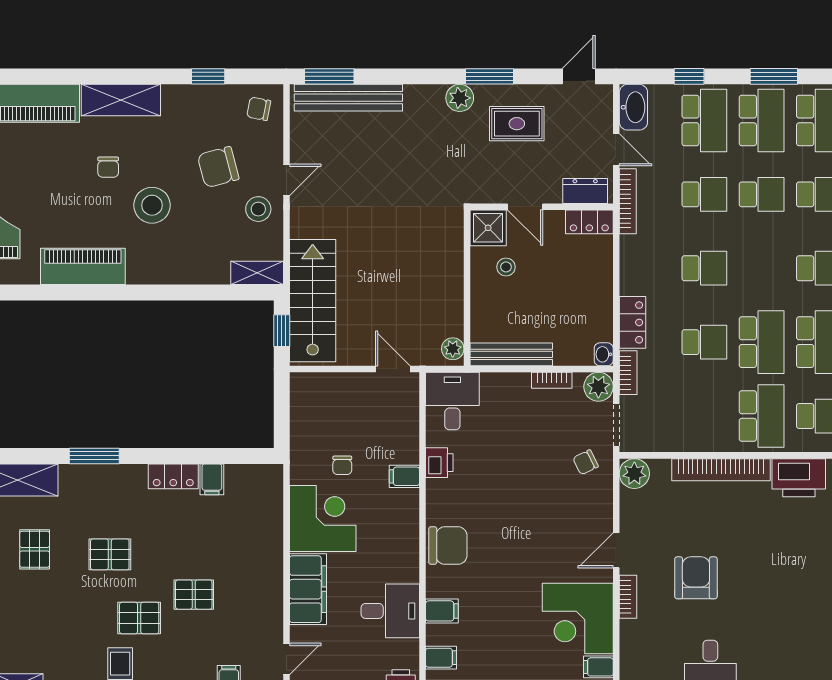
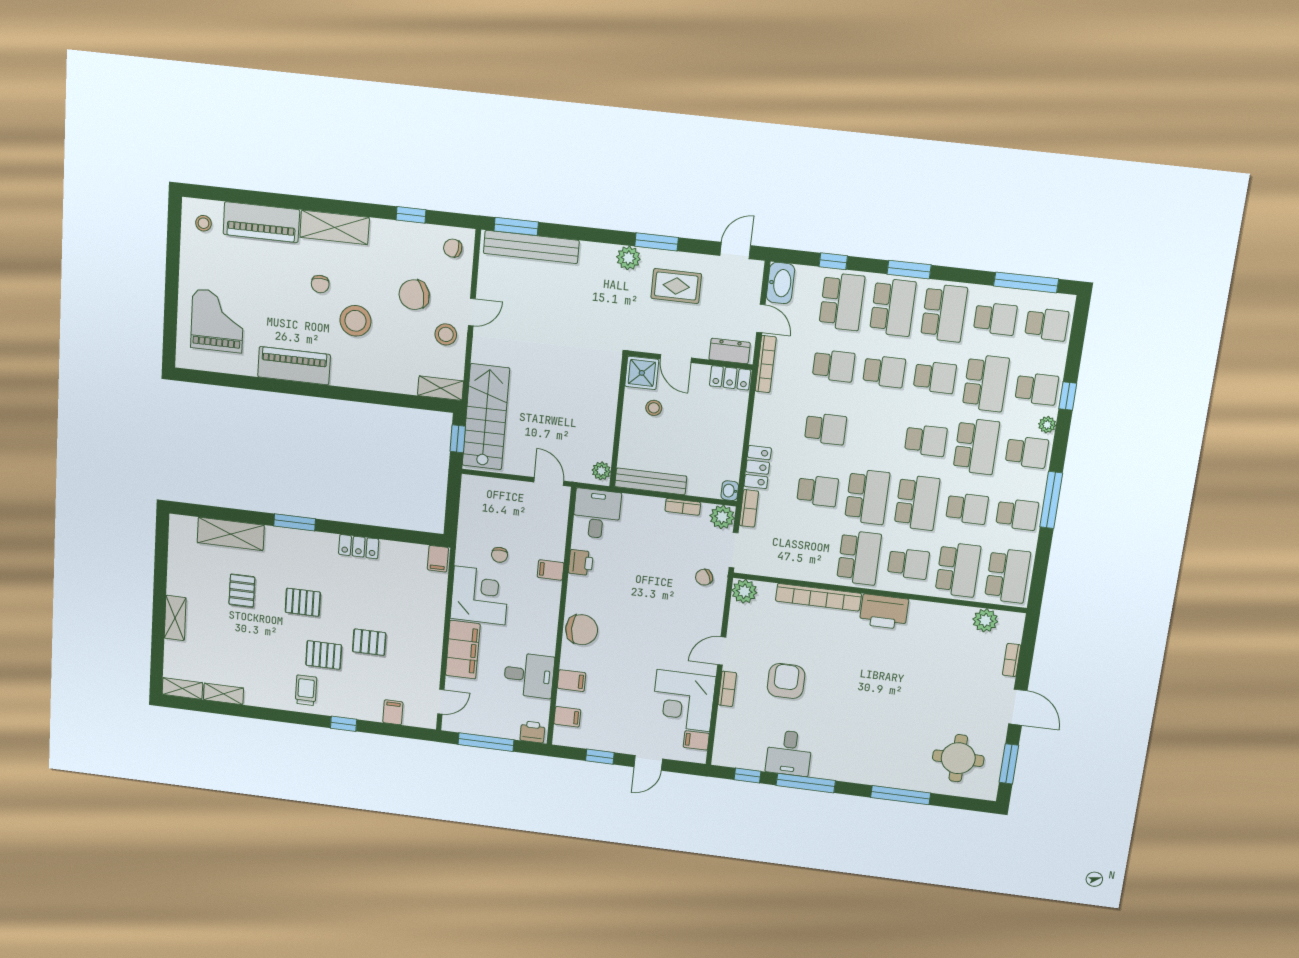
filing cabinet: (212, 479) -> (438, 559), moved

